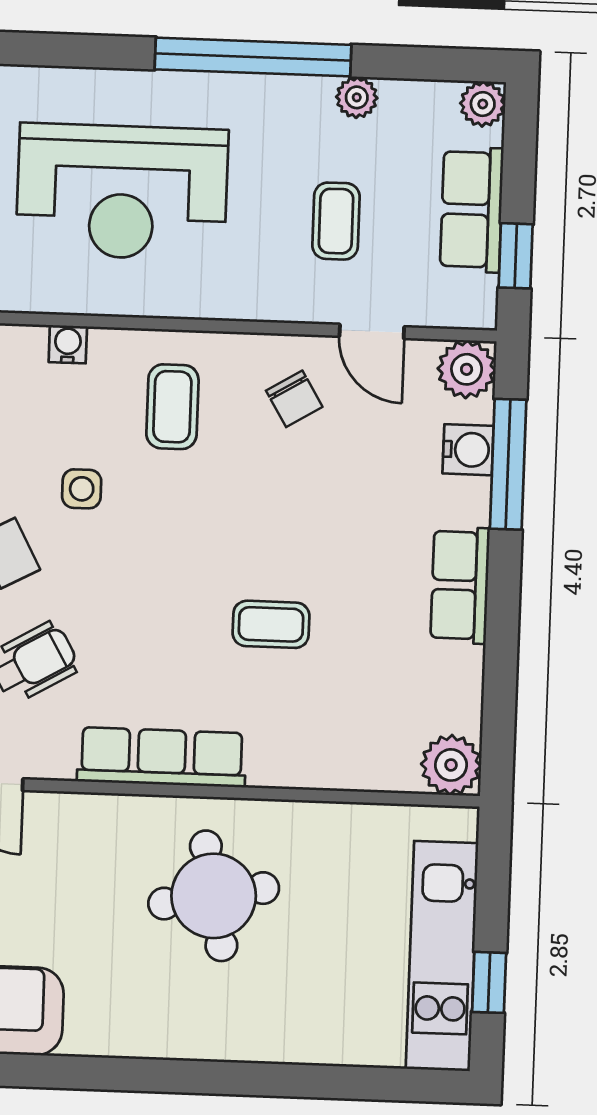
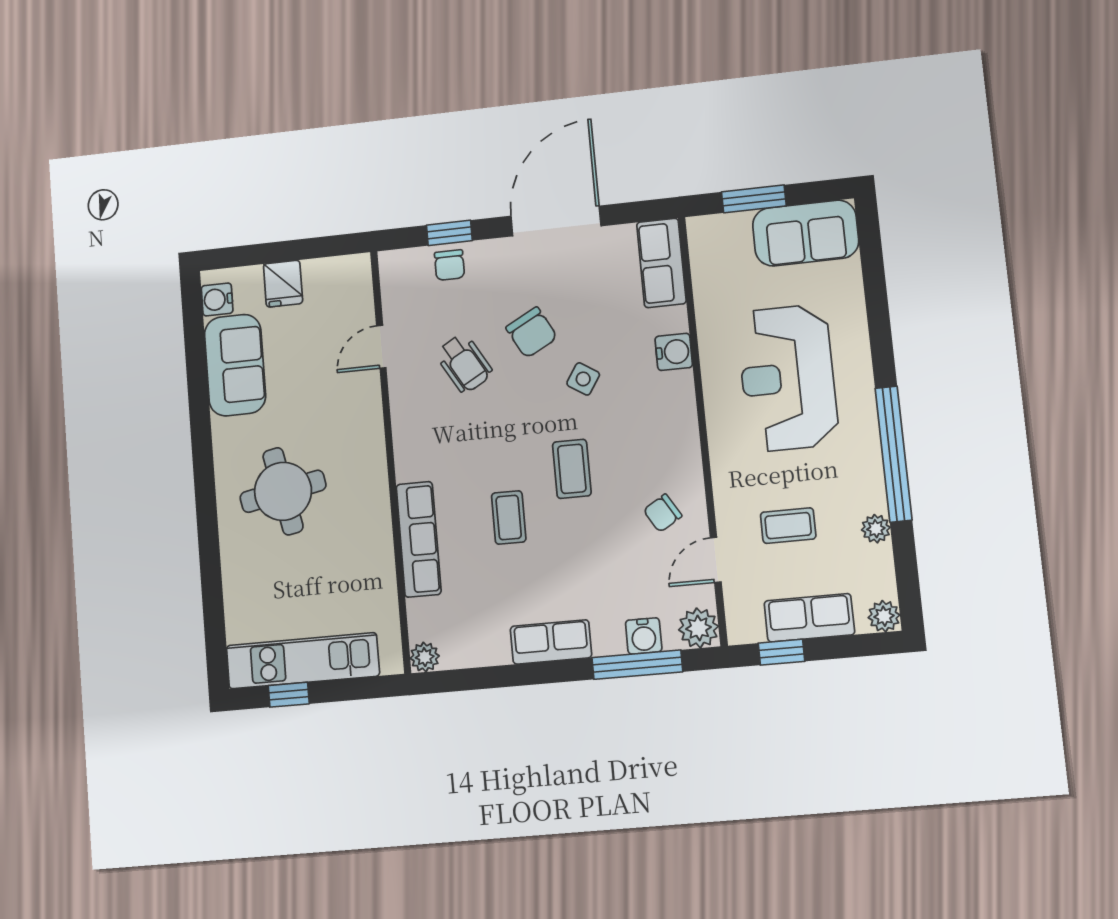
water cooler: (68, 344) -> (674, 352), width x1.38, depth x1.38
coffee table: (172, 407) -> (572, 469), moved, turned 90
side table: (82, 489) -> (583, 379), turned 33
row of seats: (162, 757) -> (419, 539), moved
plant: (451, 765) -> (425, 657), width x0.73, depth x0.73
round table: (214, 896) -> (283, 491), moved

